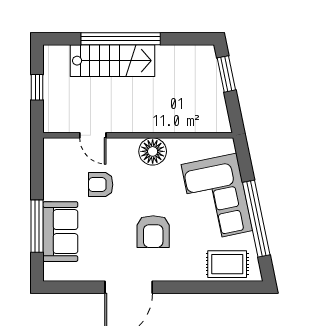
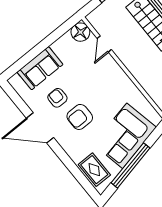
floor lamp: (153, 151) -> (80, 32), moved
armchair: (101, 185) -> (57, 98), moved
window: (37, 226) -> (33, 54), removed

